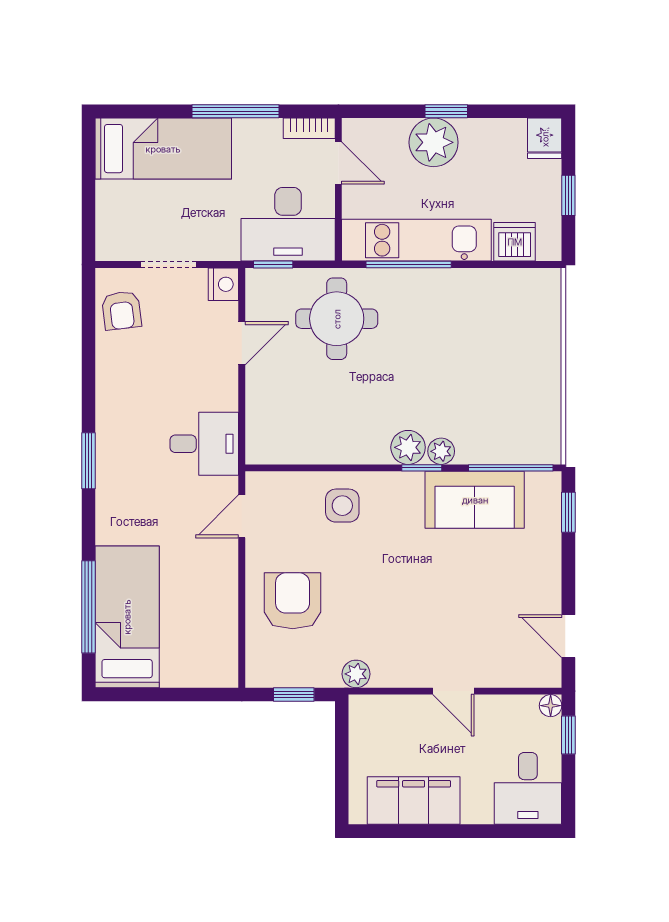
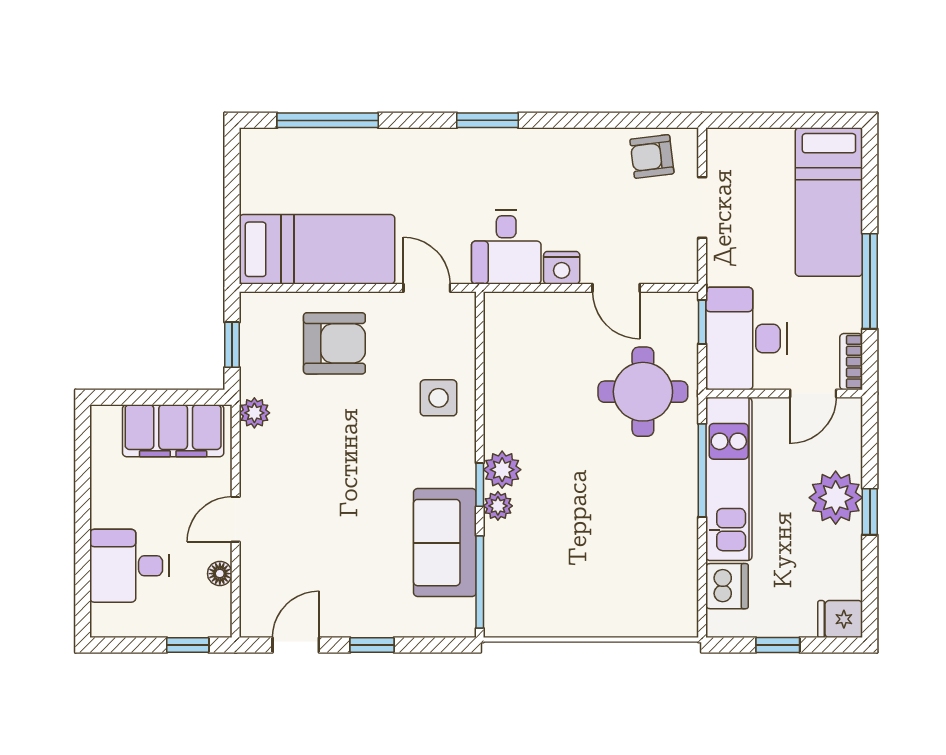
nightstand: (223, 284) -> (562, 268), moved
window: (568, 512) -> (372, 645), moved
bed: (127, 617) -> (317, 249), moved
floor lamp: (551, 706) -> (220, 574), moved
desk: (528, 788) -> (129, 566), moved
filing cabinet: (414, 801) -> (173, 431), moved, turned 90

